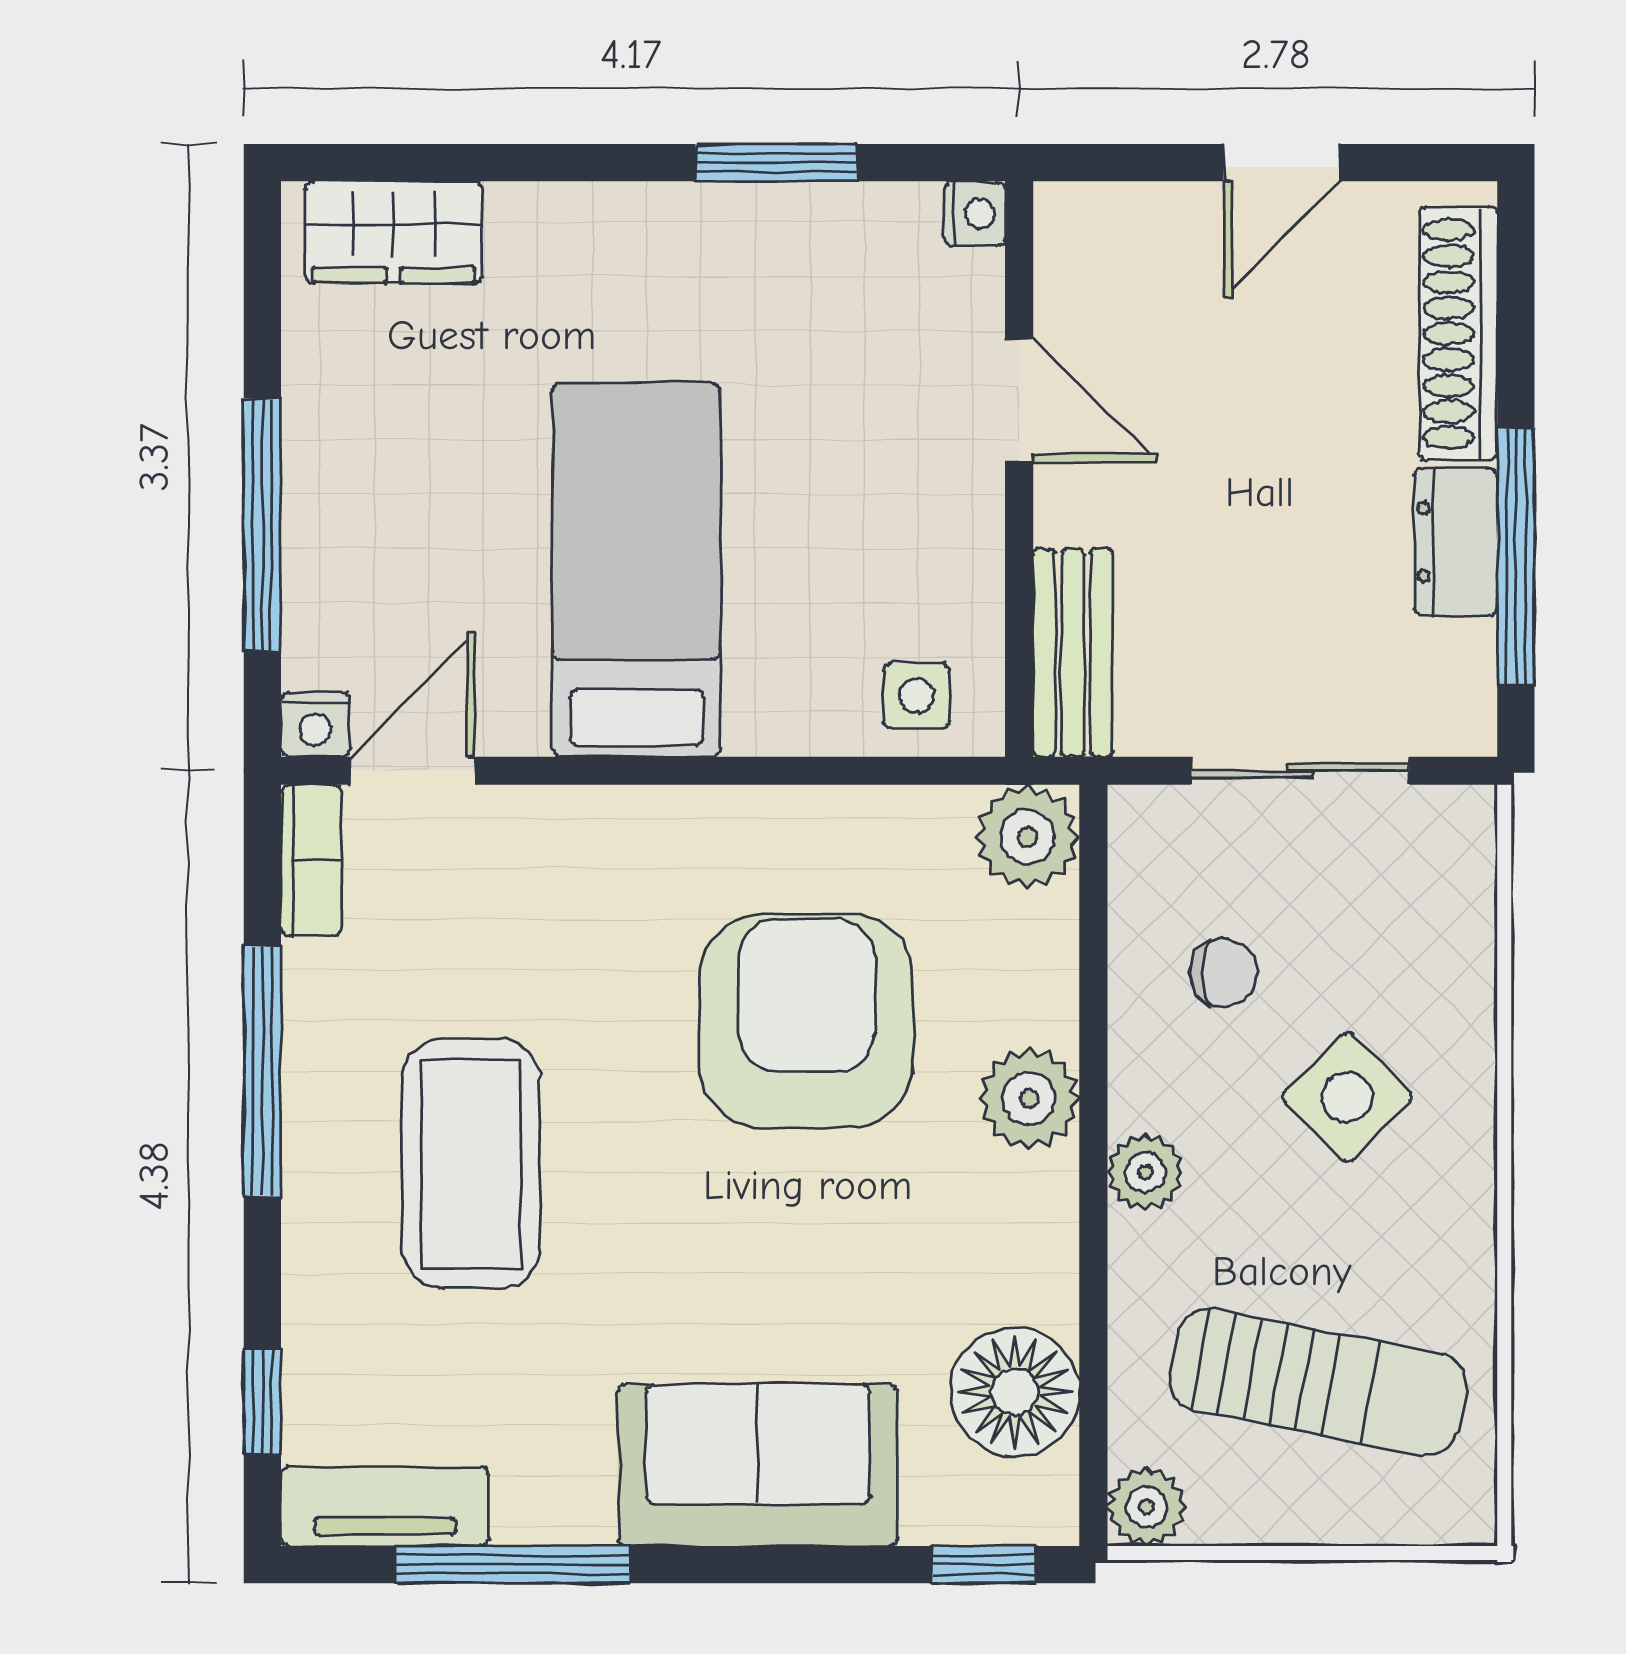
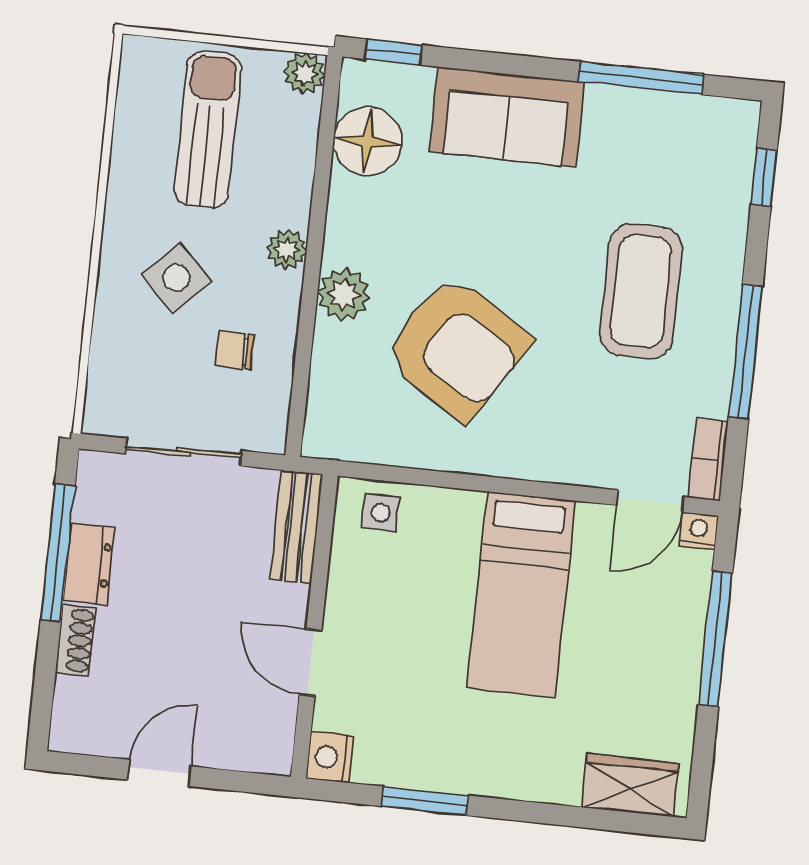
nightstand: (975, 213) -> (330, 757), width x1.39, depth x1.35
shoe rack: (1458, 334) -> (75, 640), width x0.51, depth x0.81
plant: (1027, 837) -> (330, 432), removed
armchair: (806, 1021) -> (457, 348), turned -57
sun lounger: (1317, 1382) -> (208, 130), turned 79
tv unit: (385, 1506) -> (705, 116), removed

